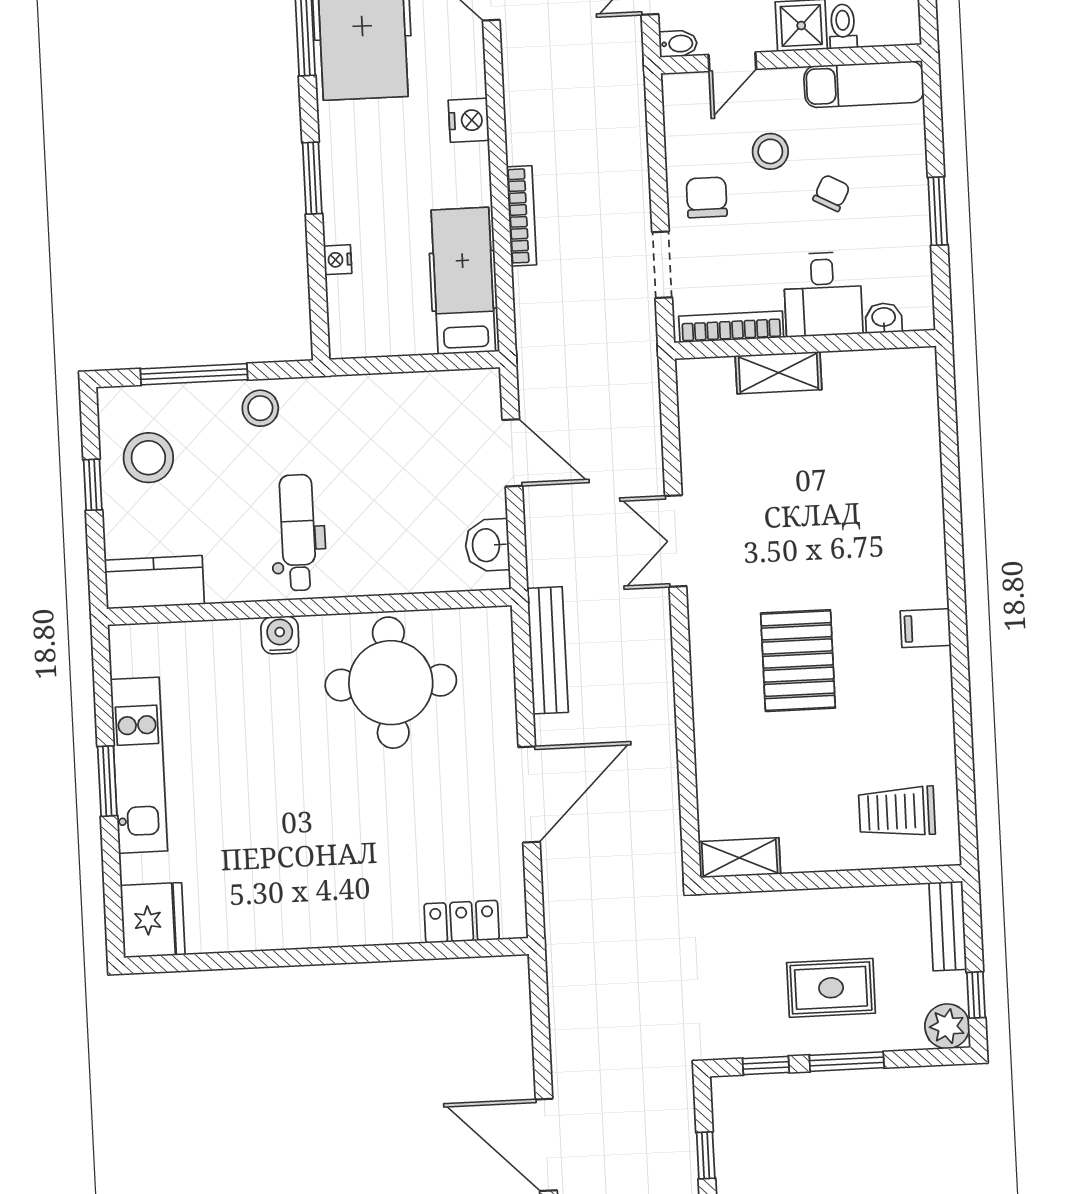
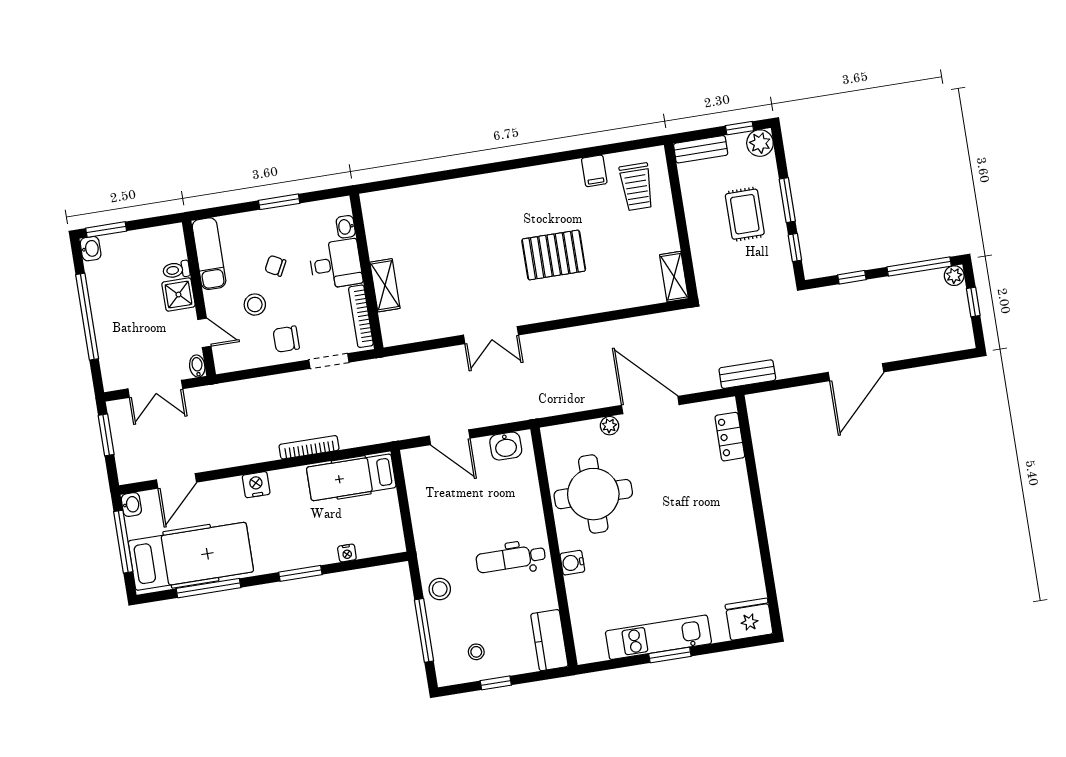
door: (512, 453) -> (450, 437), swing flipped
stool: (148, 458) -> (476, 652), width x0.53, depth x0.53
filing cabinet: (926, 628) -> (594, 171), moved
bench: (548, 650) -> (747, 374), moved, width x0.73
plant: (502, 722) -> (609, 426), added

